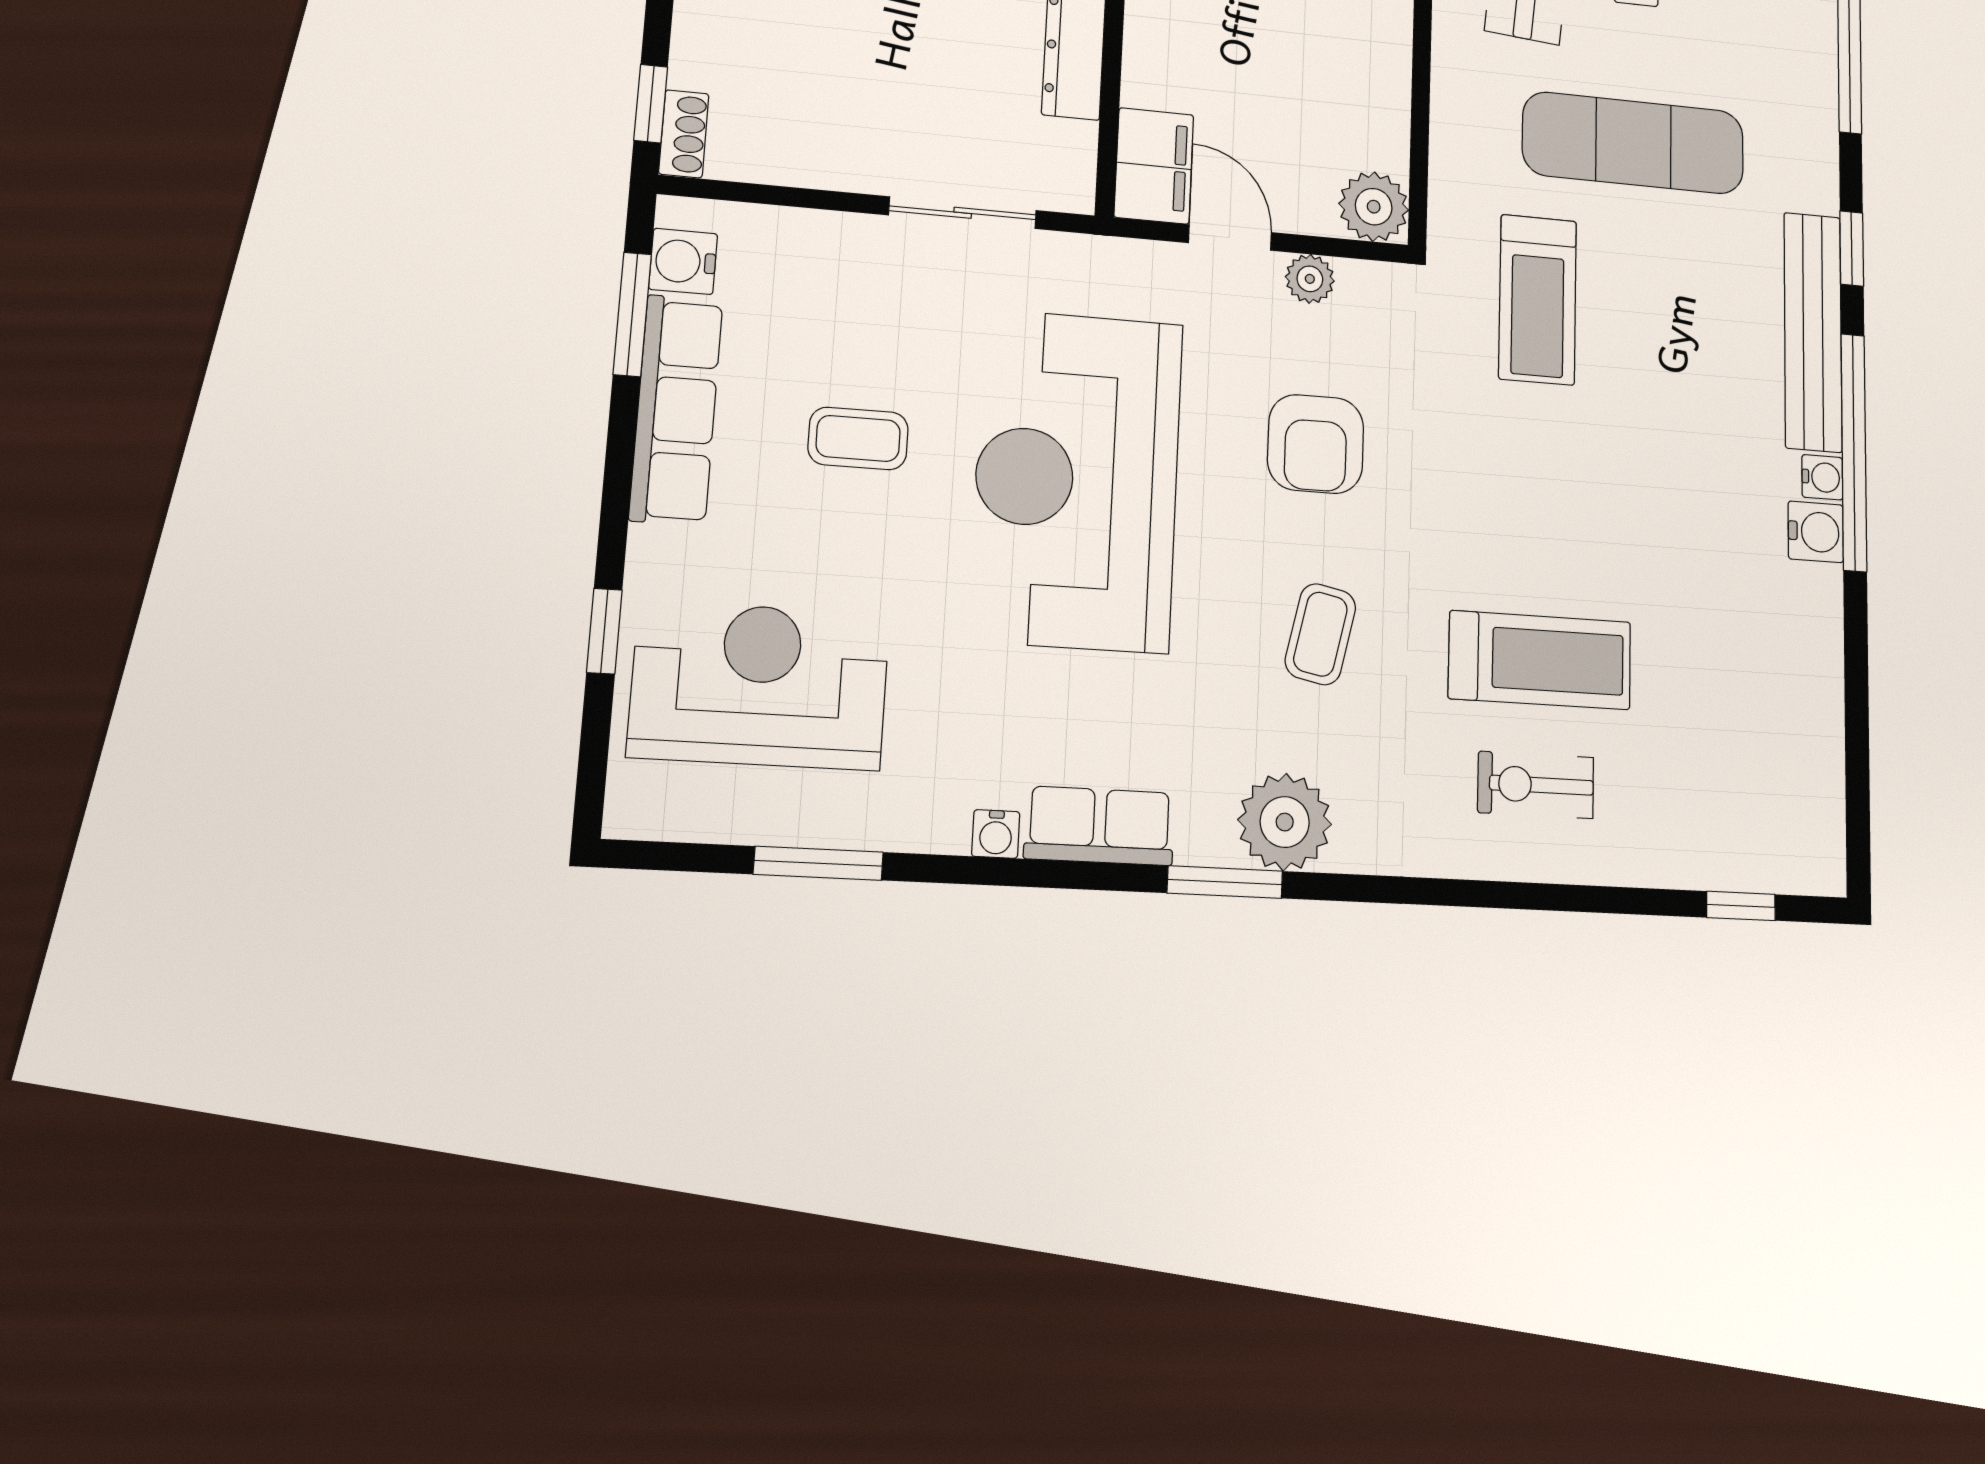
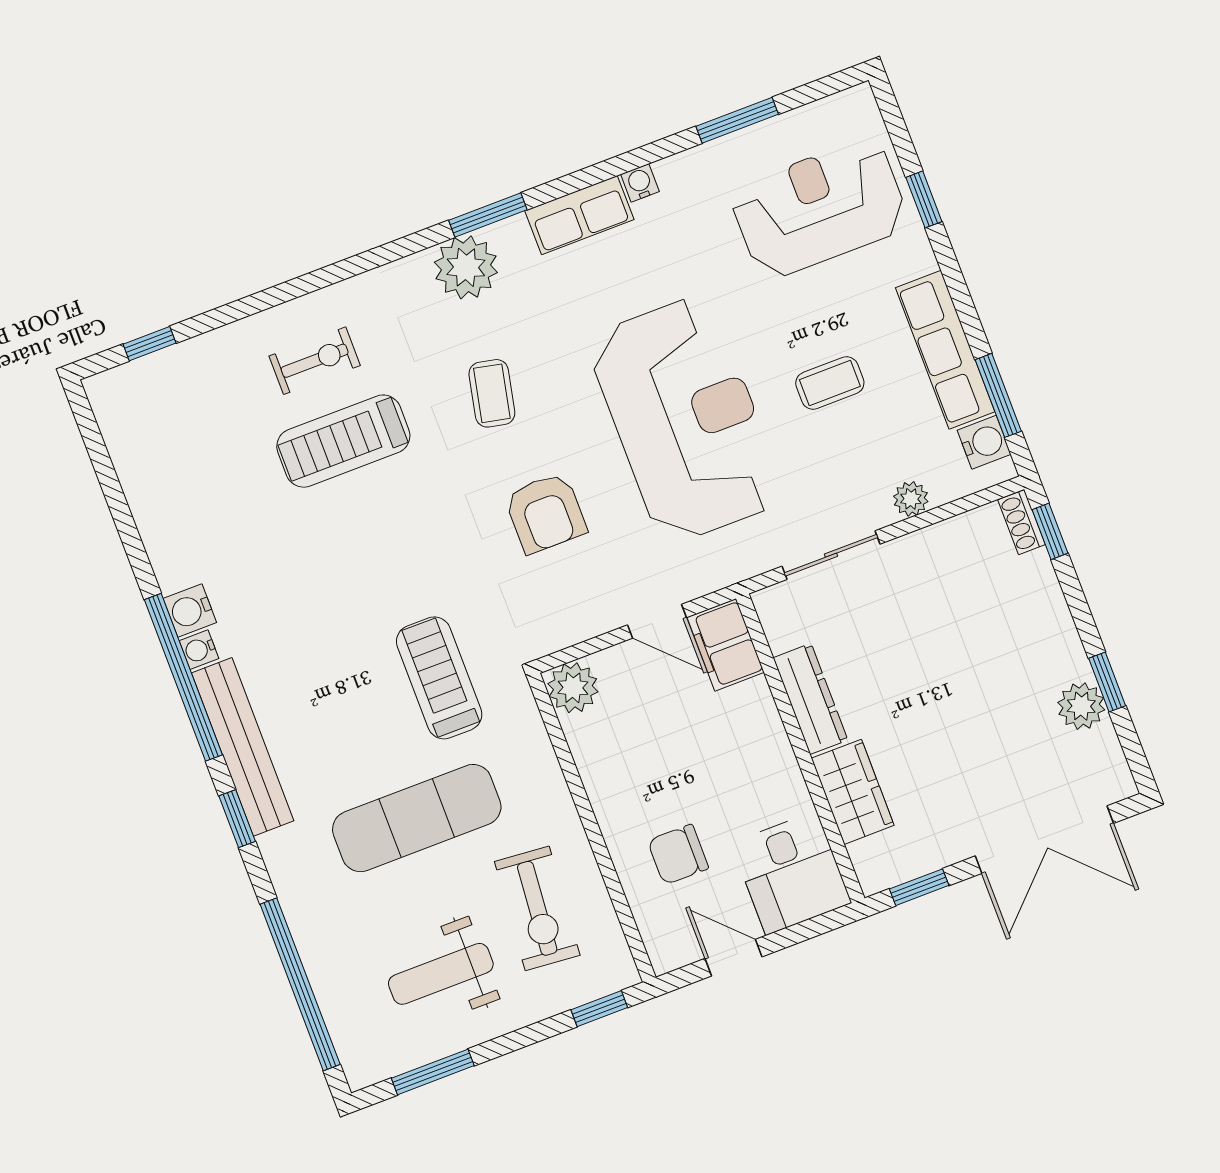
plant: (1310, 279) -> (911, 499), moved
armchair: (1316, 444) -> (545, 513), turned 180
reception desk: (760, 685) -> (819, 208), turned 180

